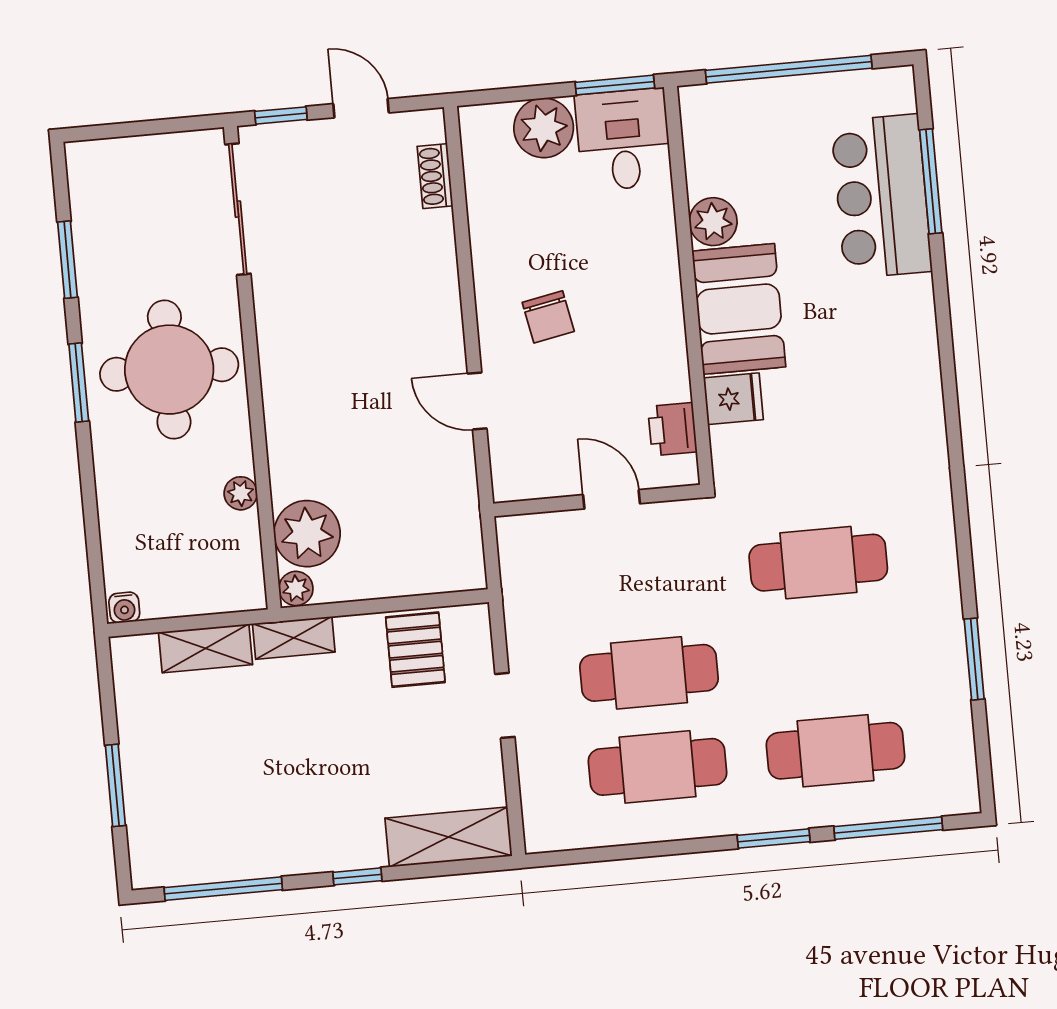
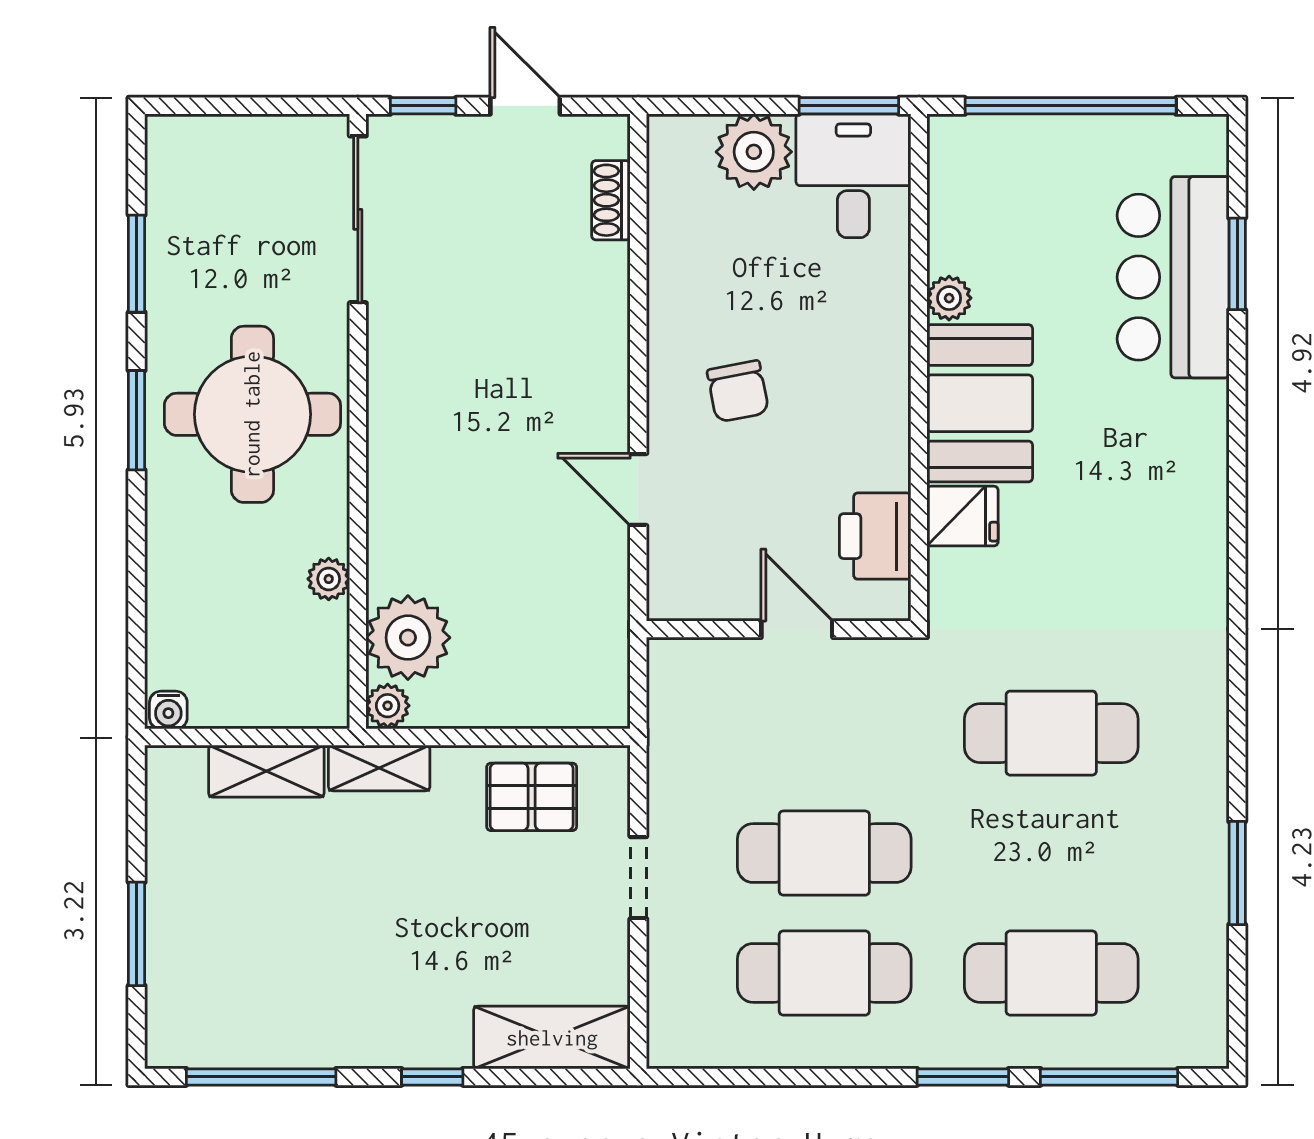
window: (931, 181) -> (1237, 264), width x0.69
plant: (713, 222) -> (949, 298), width x0.73, depth x0.73
printer: (672, 429) -> (875, 536), width x1.36, depth x1.24
pallet: (415, 650) -> (532, 797), turned 90

